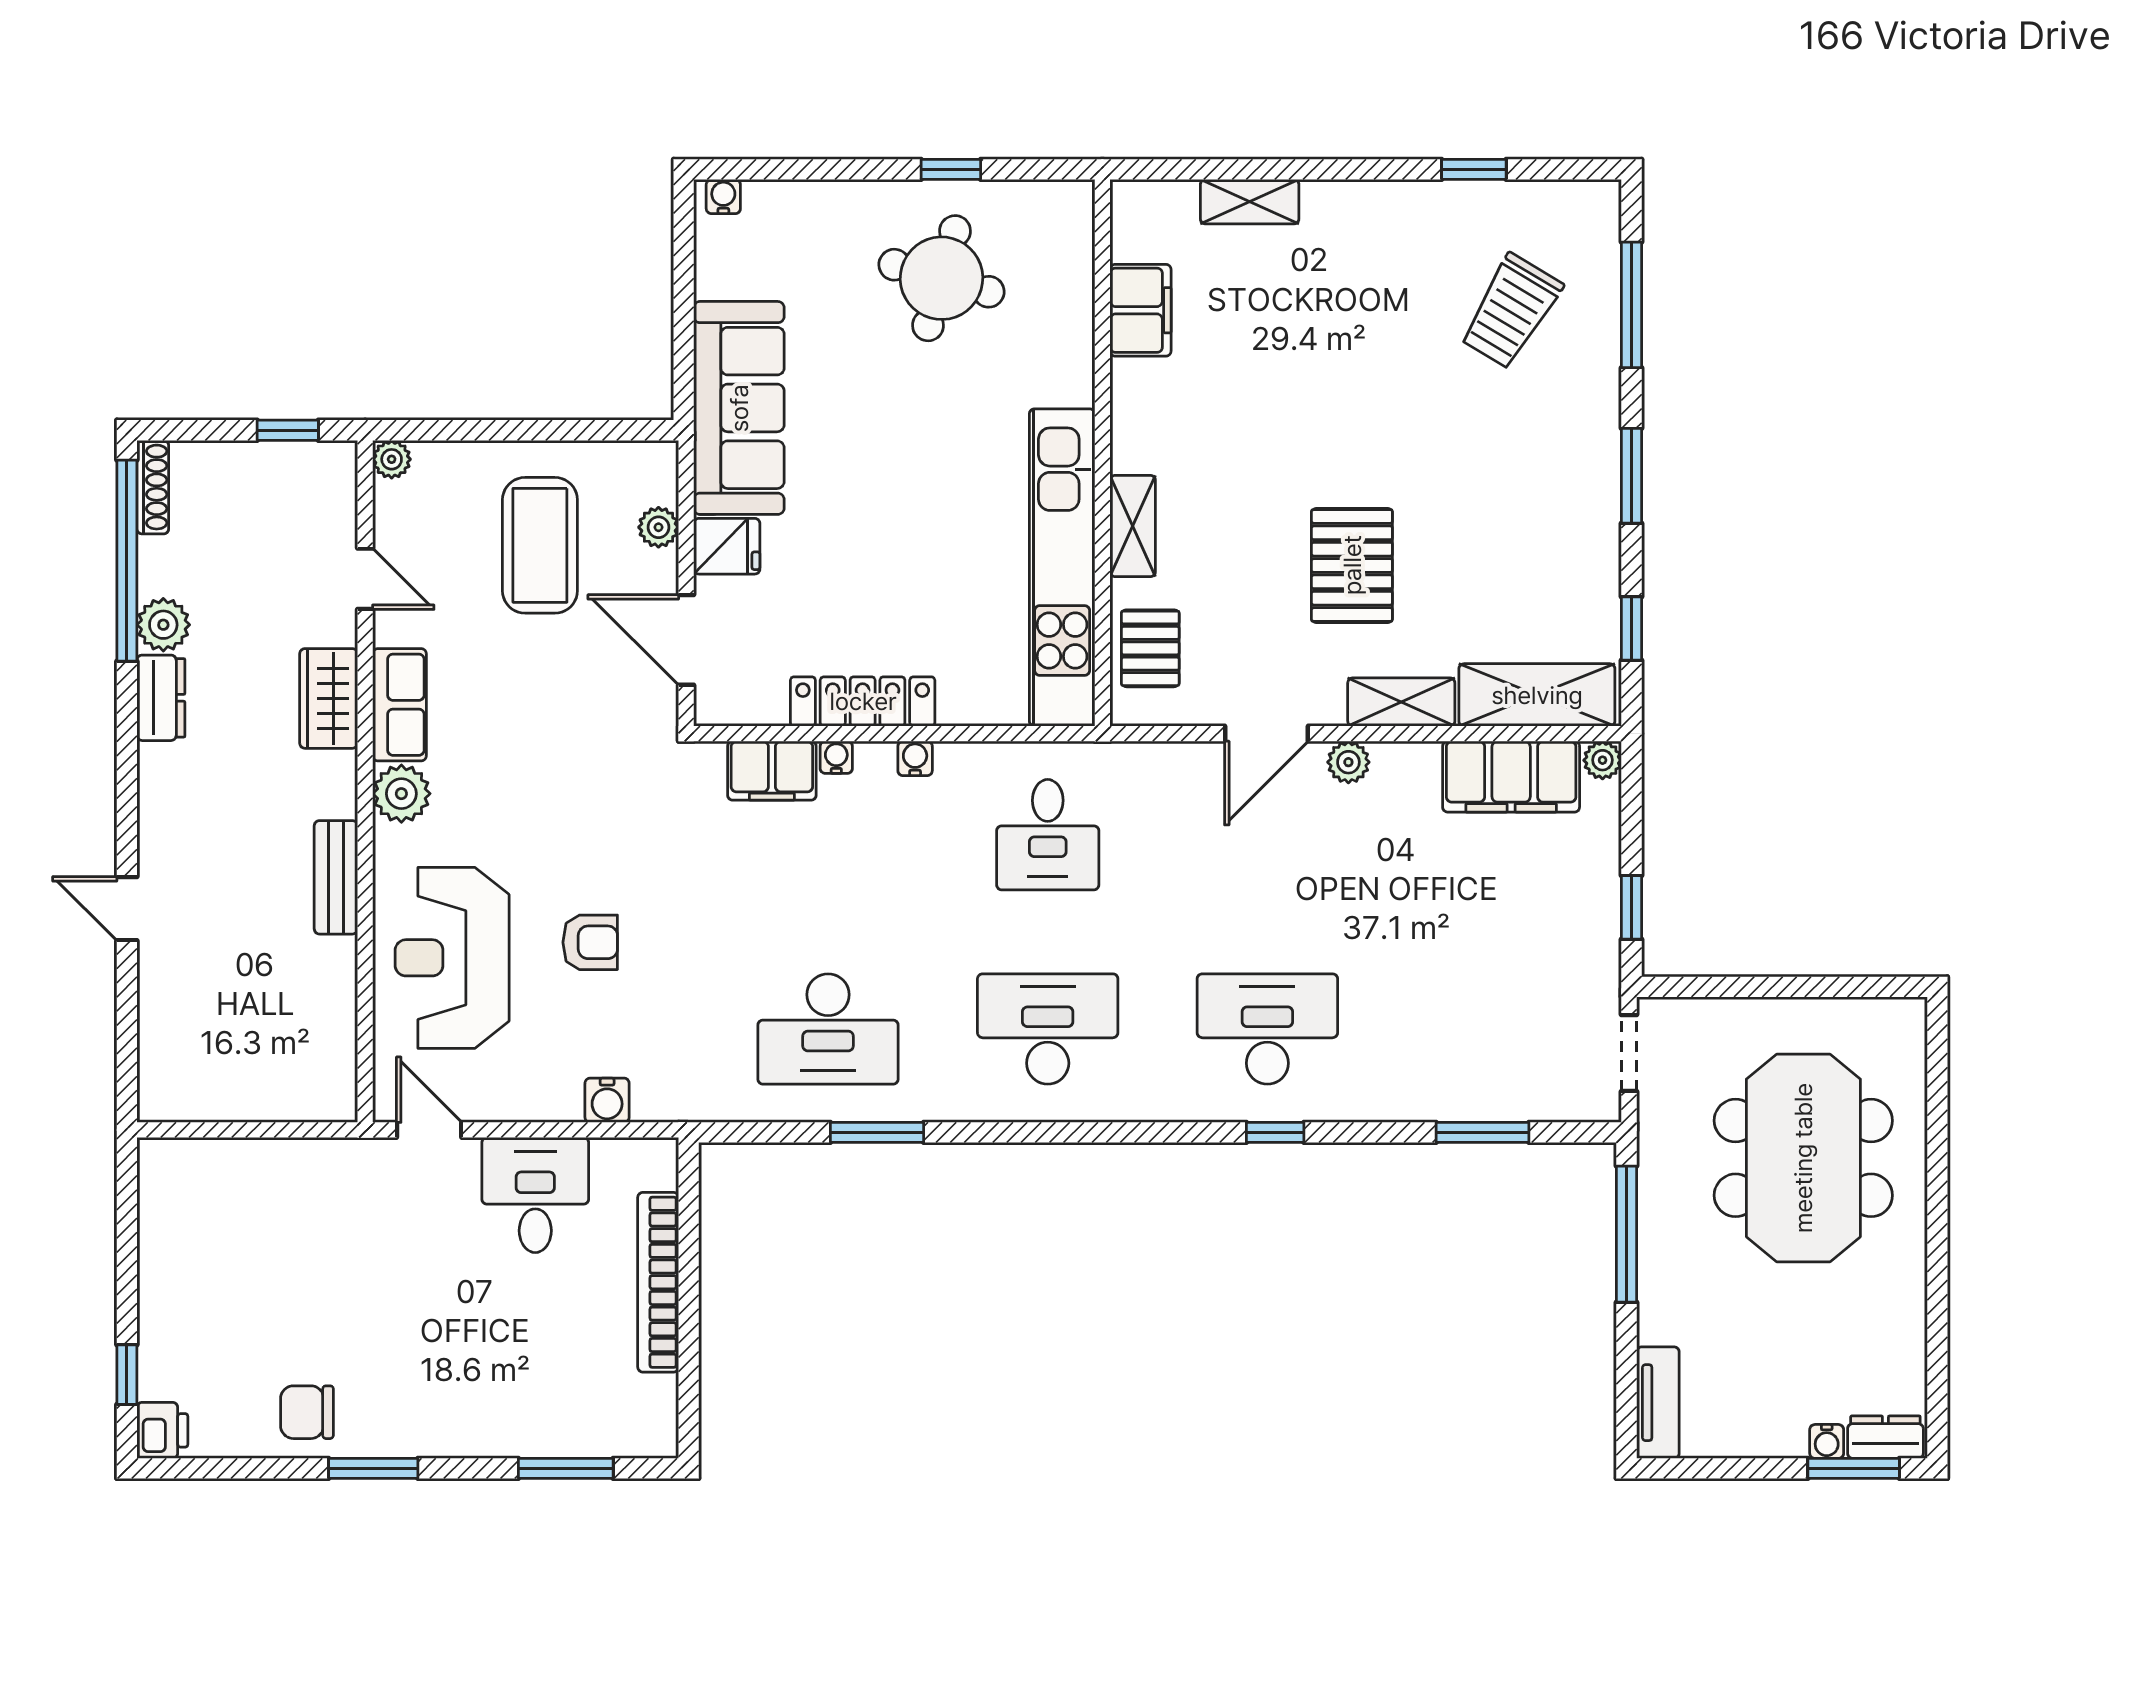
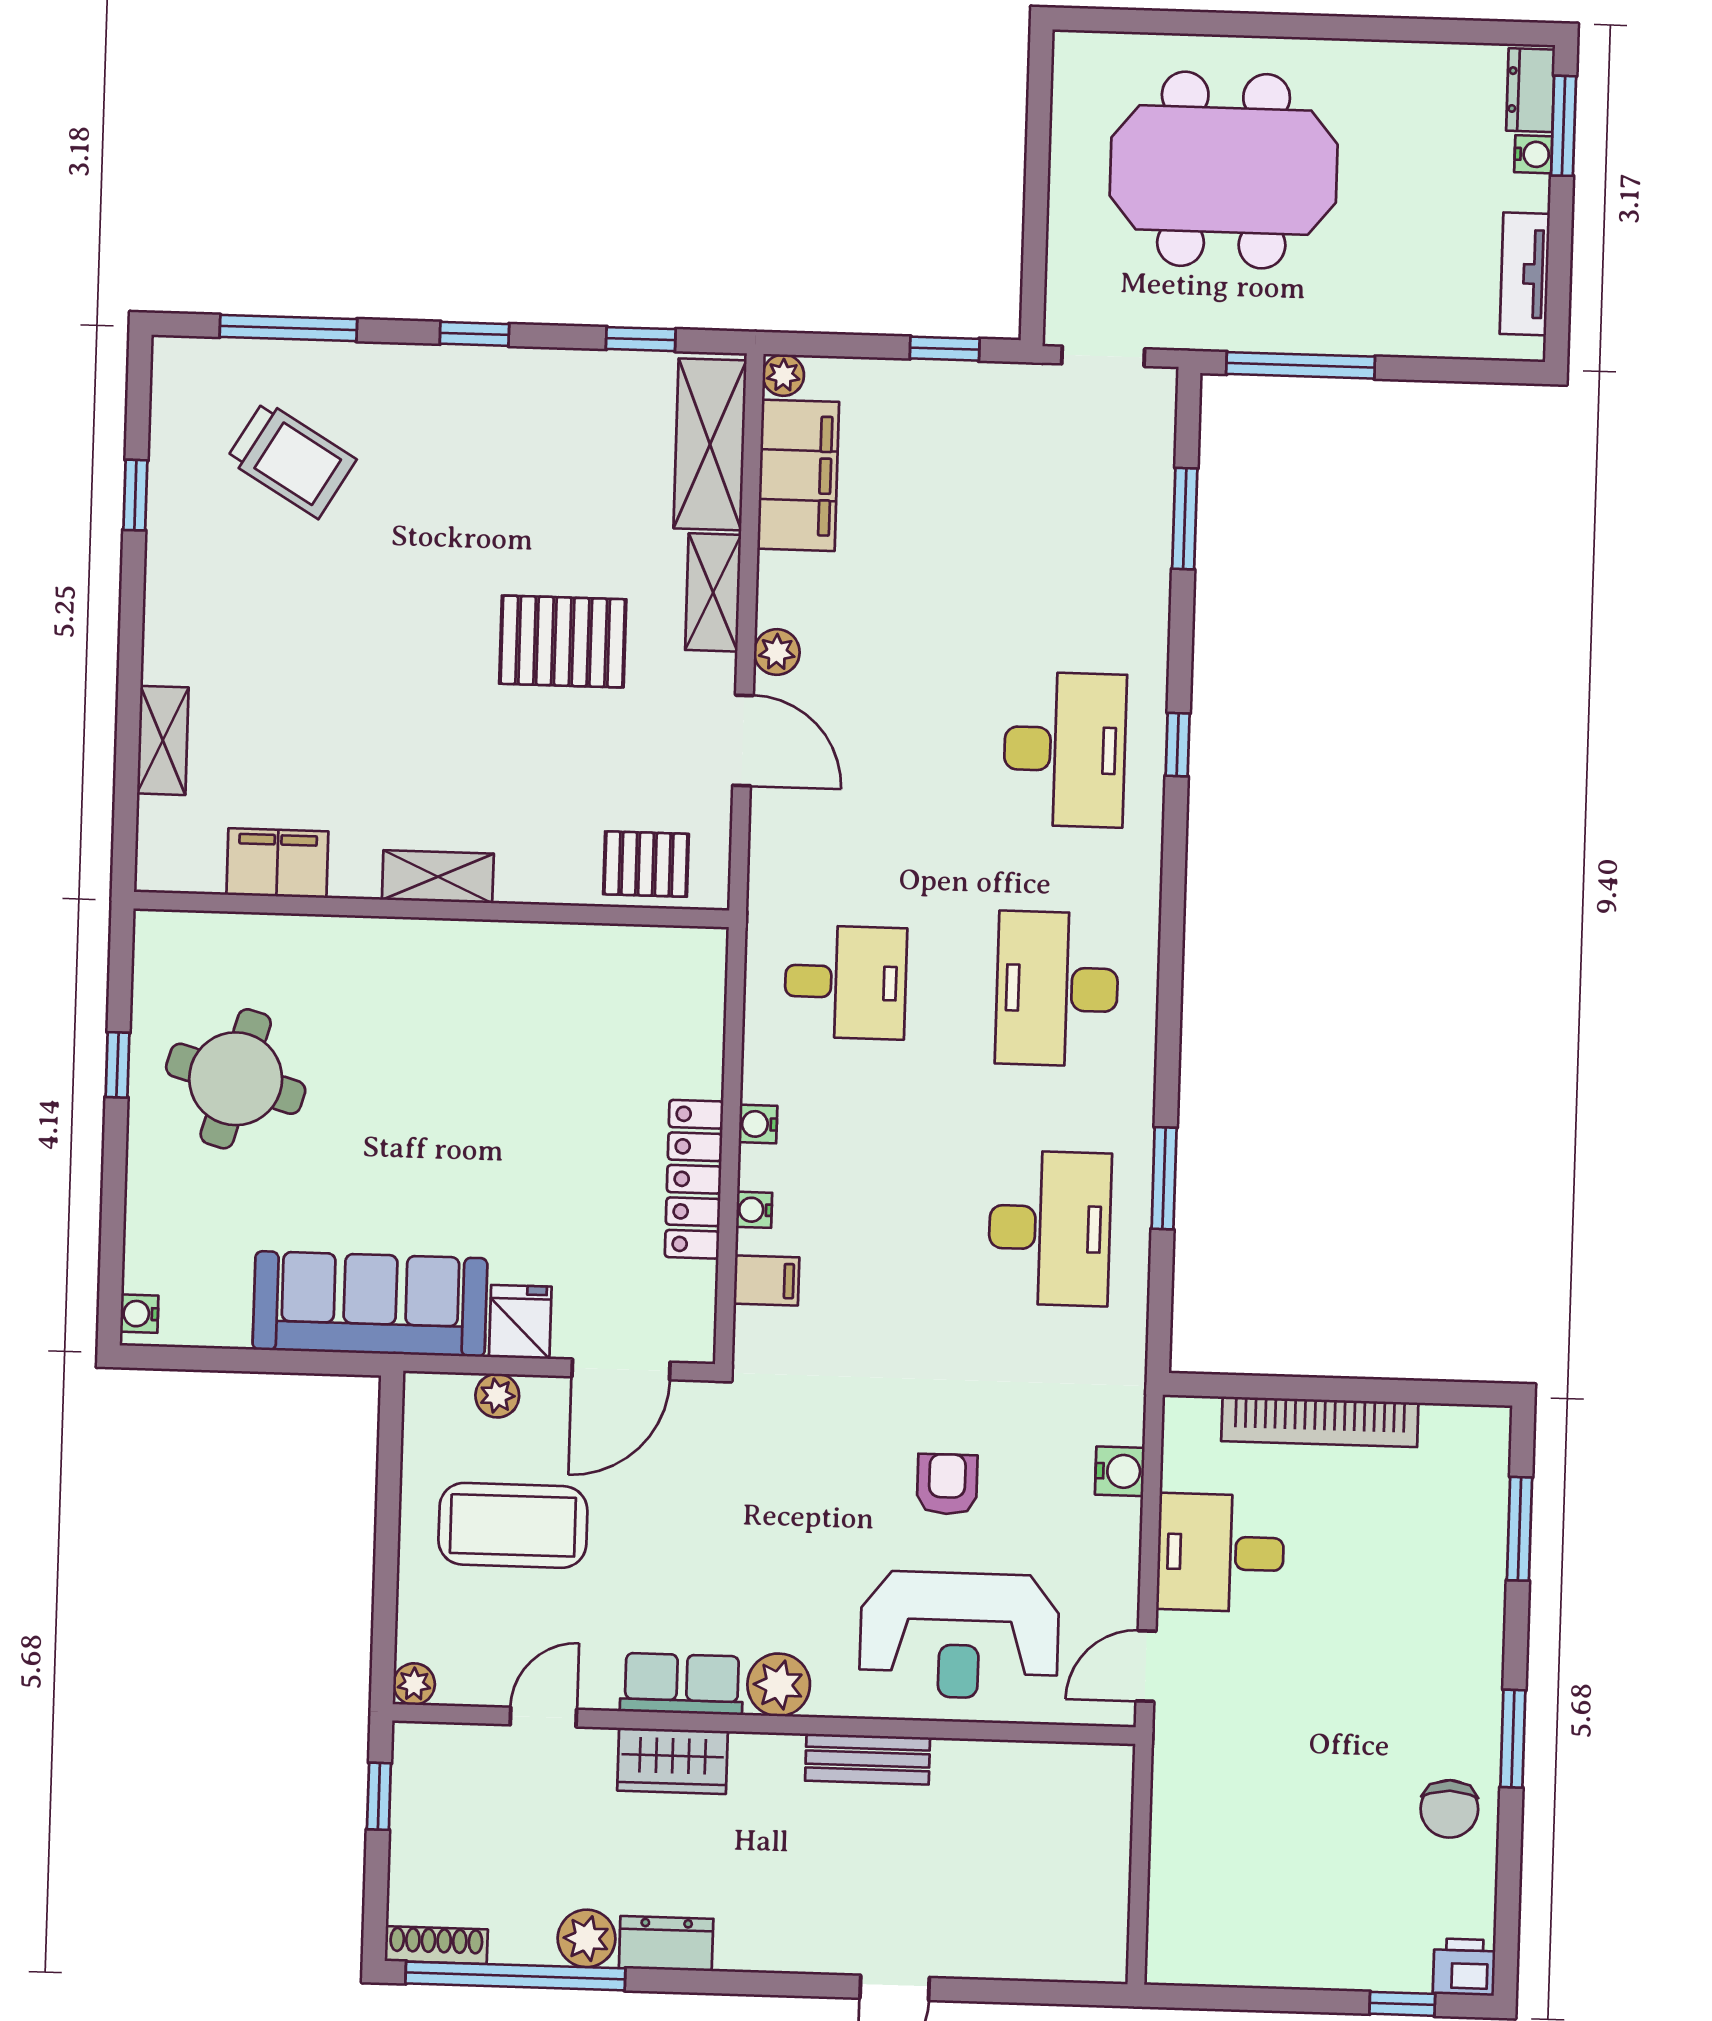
window: (1631, 476) -> (474, 334), width x0.67
shelving: (1133, 526) -> (438, 877), moved
kitchen unit: (1062, 568) -> (555, 957), removed
filing cabinet: (772, 771) -> (766, 1280), width x0.50
desk: (1267, 1029) -> (1065, 749), turned 180
tv unit: (1658, 1403) -> (1525, 274), moved, turned -90

